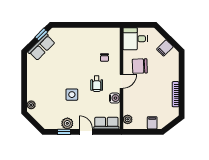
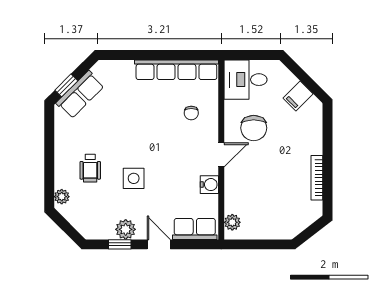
row of seats: (96, 33) -> (176, 70), added
window: (41, 34) -> (66, 85), moved
chair: (140, 66) -> (254, 128), turned -88
wheelchair: (97, 84) -> (90, 168), moved
filing cabinet: (152, 123) -> (276, 228), removed

